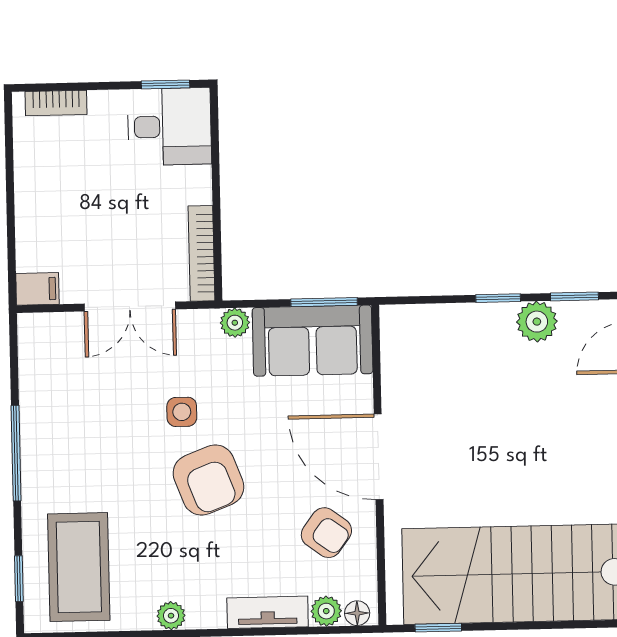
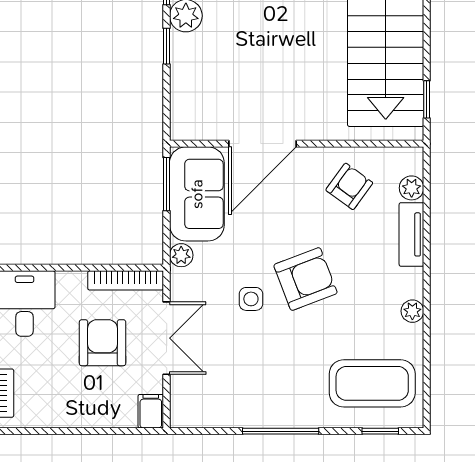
armchair: (122, 226) -> (103, 343), added
door: (379, 457) -> (263, 144), moved
floor lamp: (357, 613) -> (414, 163), removed

